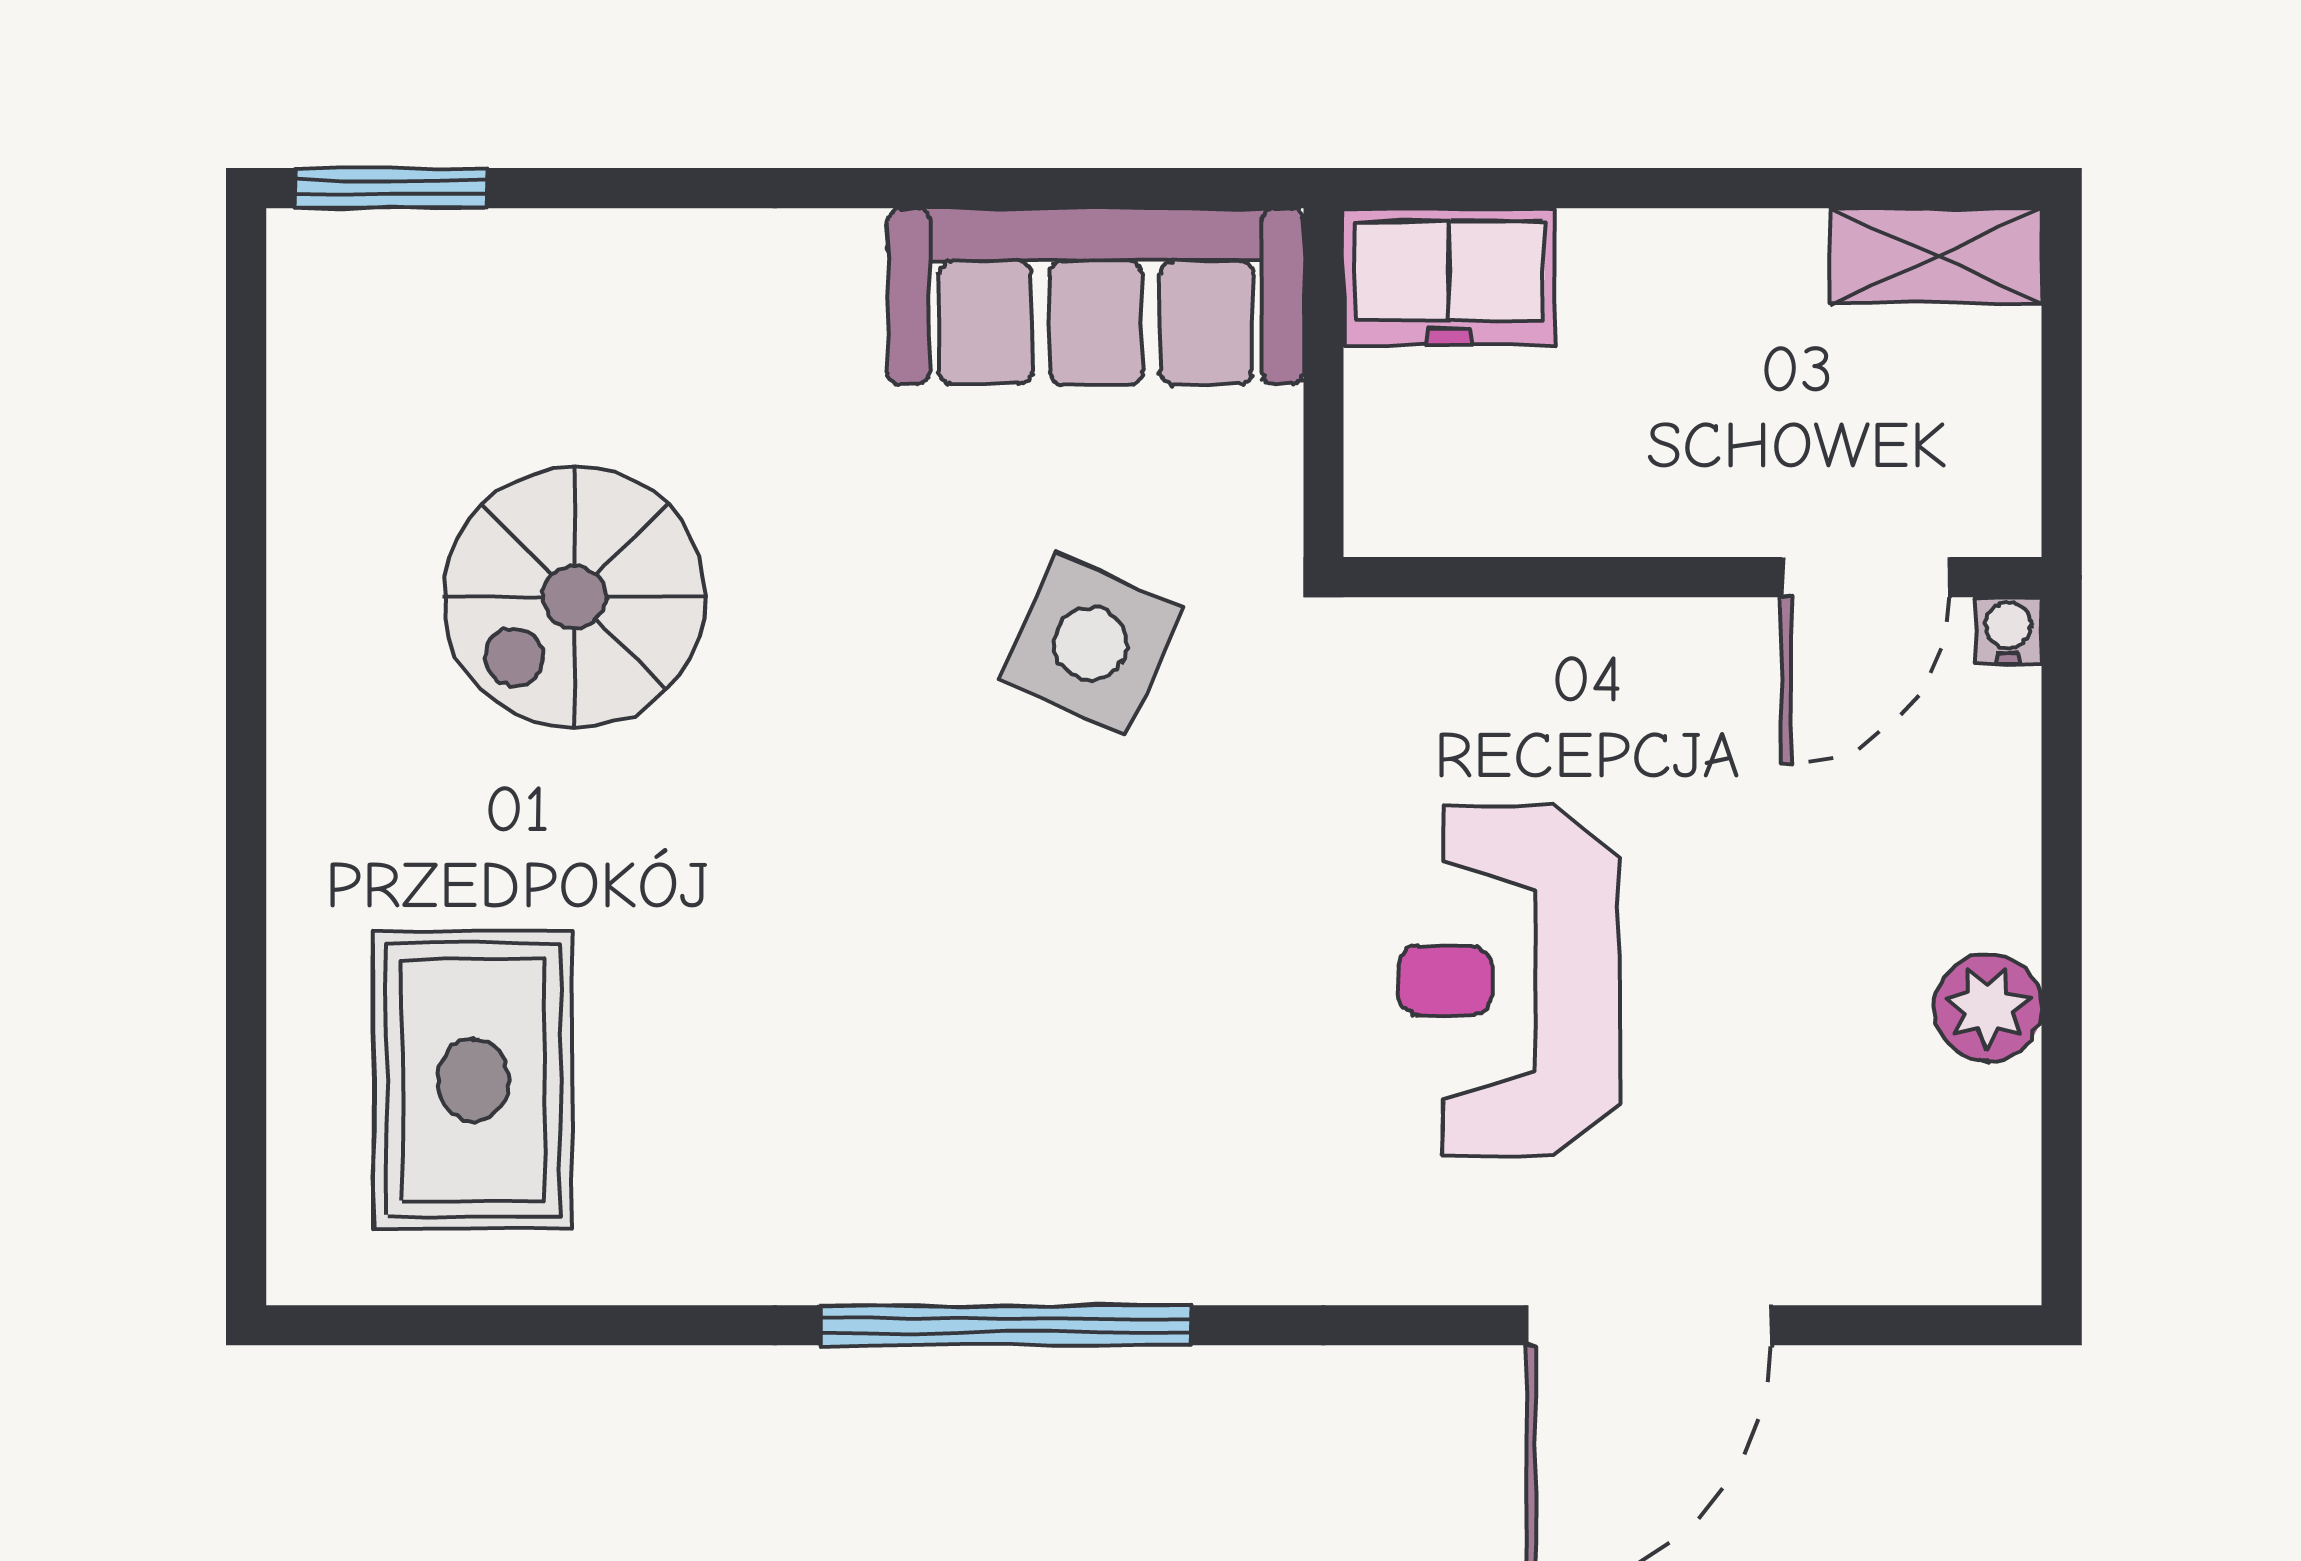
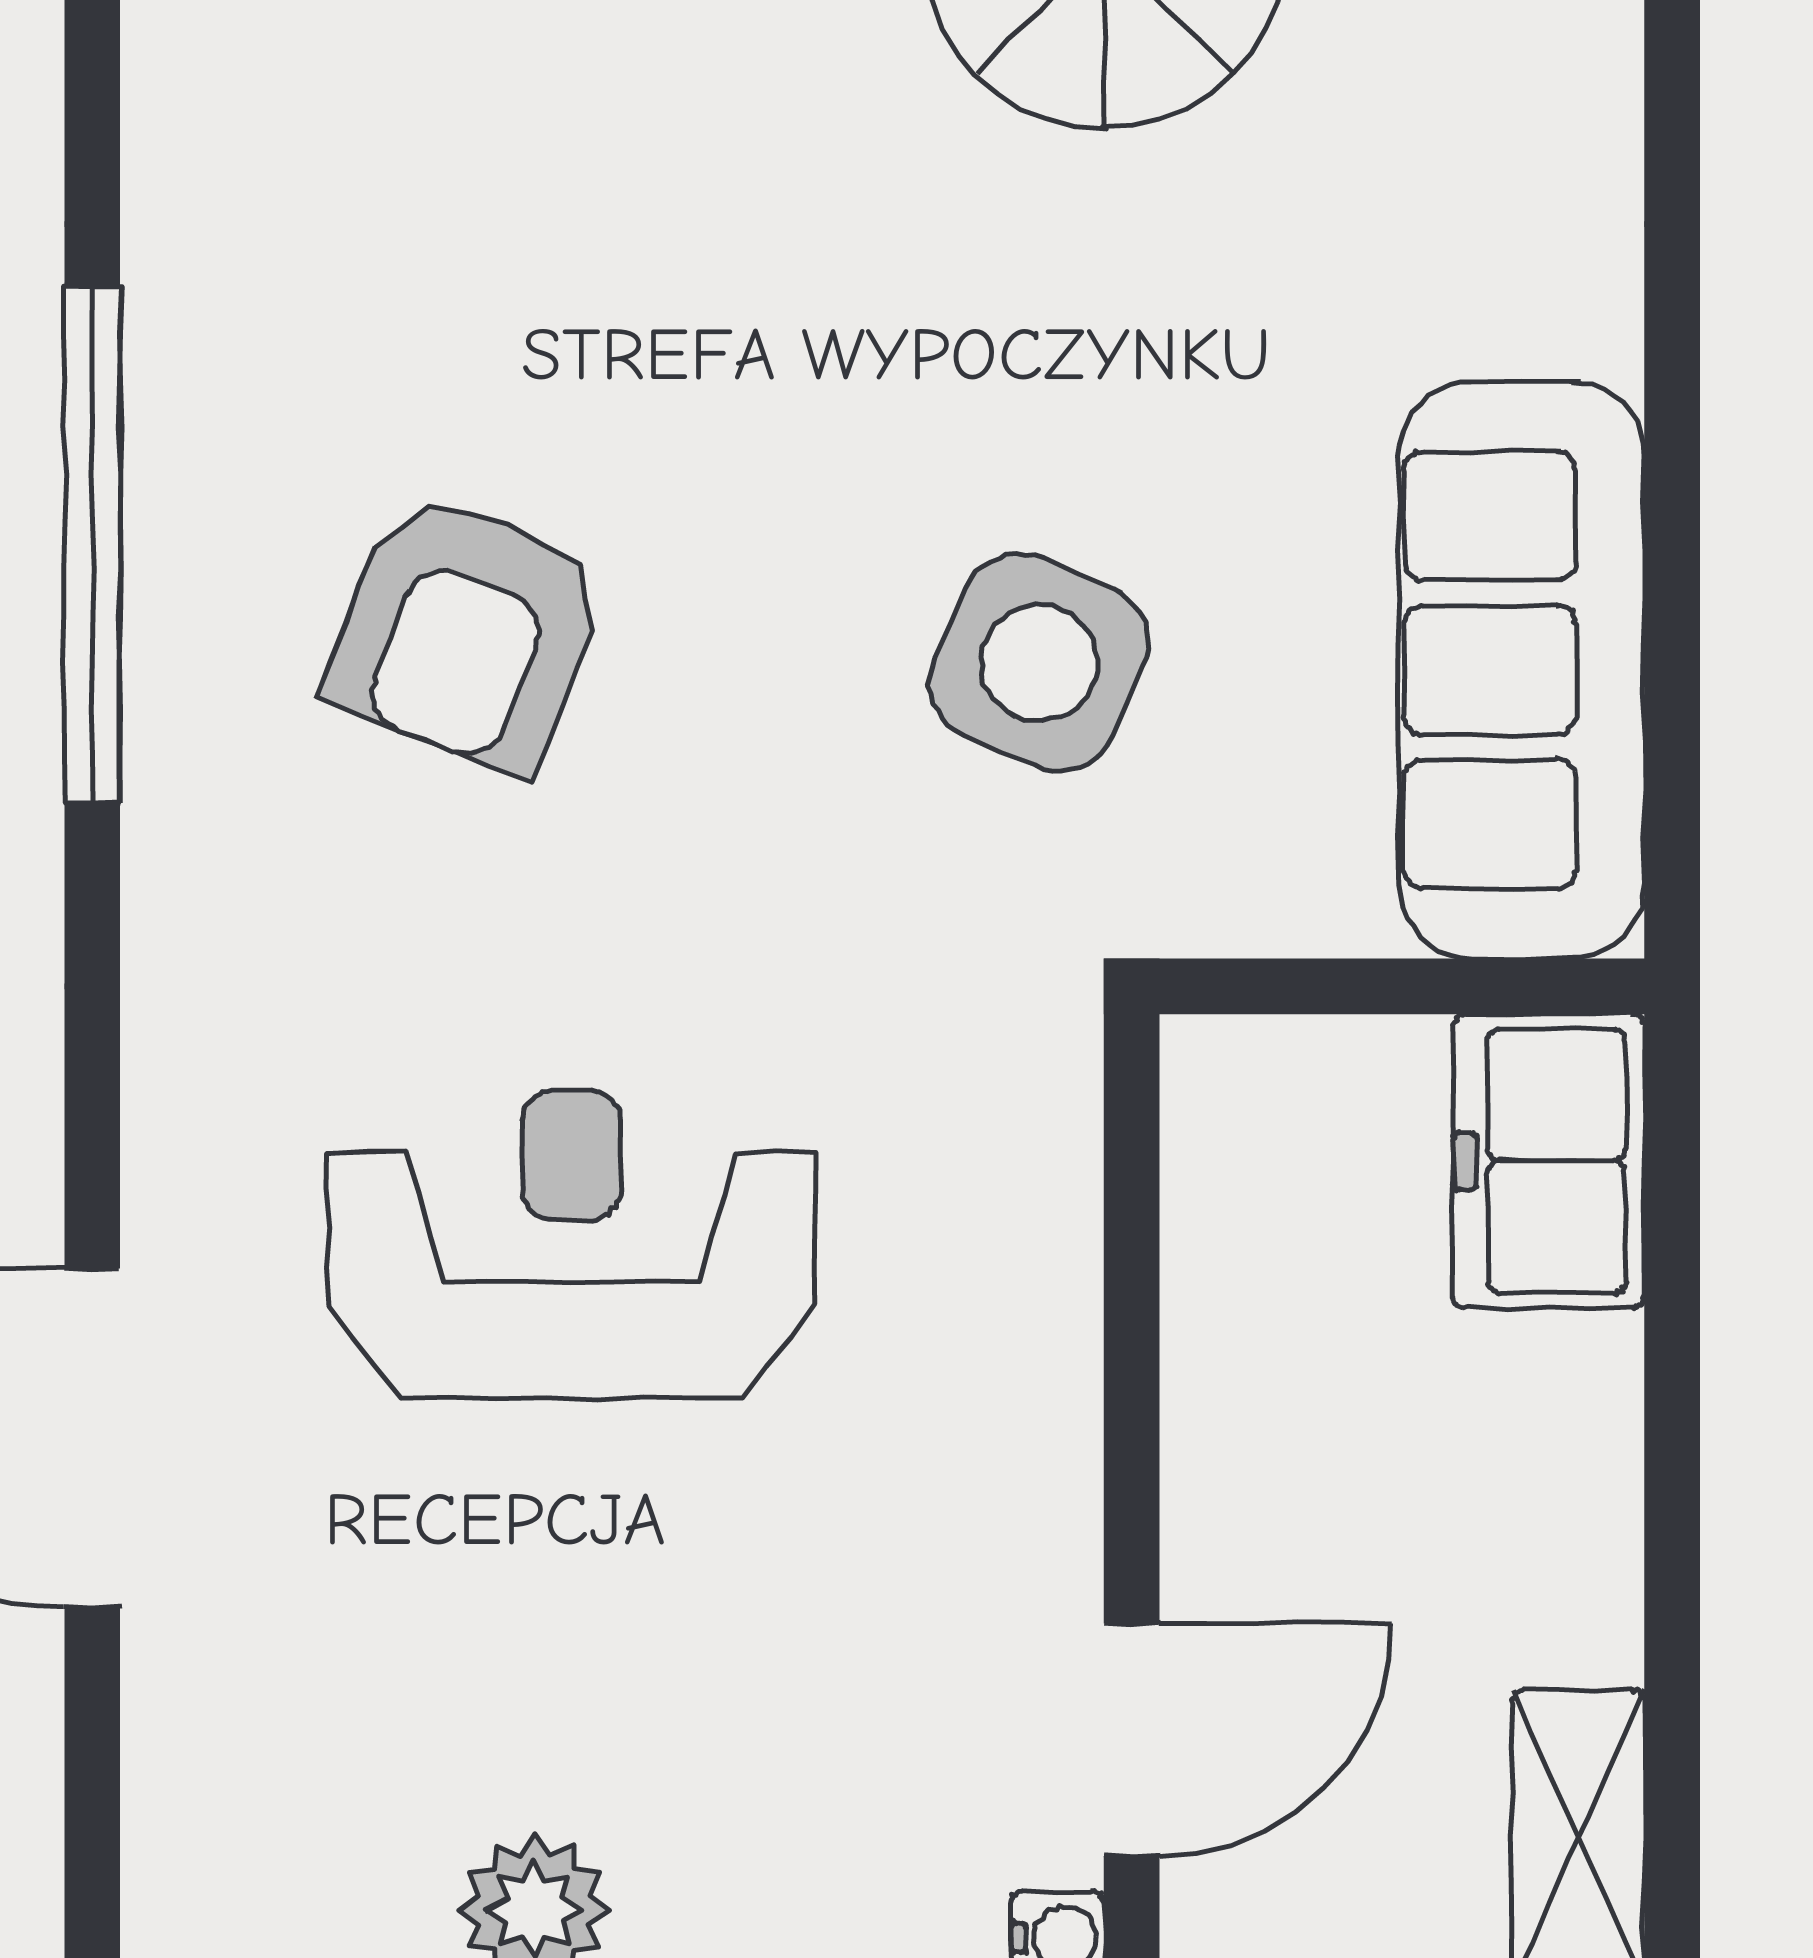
door: (1866, 577) -> (1132, 1740), swing flipped
armchair: (1068, 1056) -> (467, 632), added

